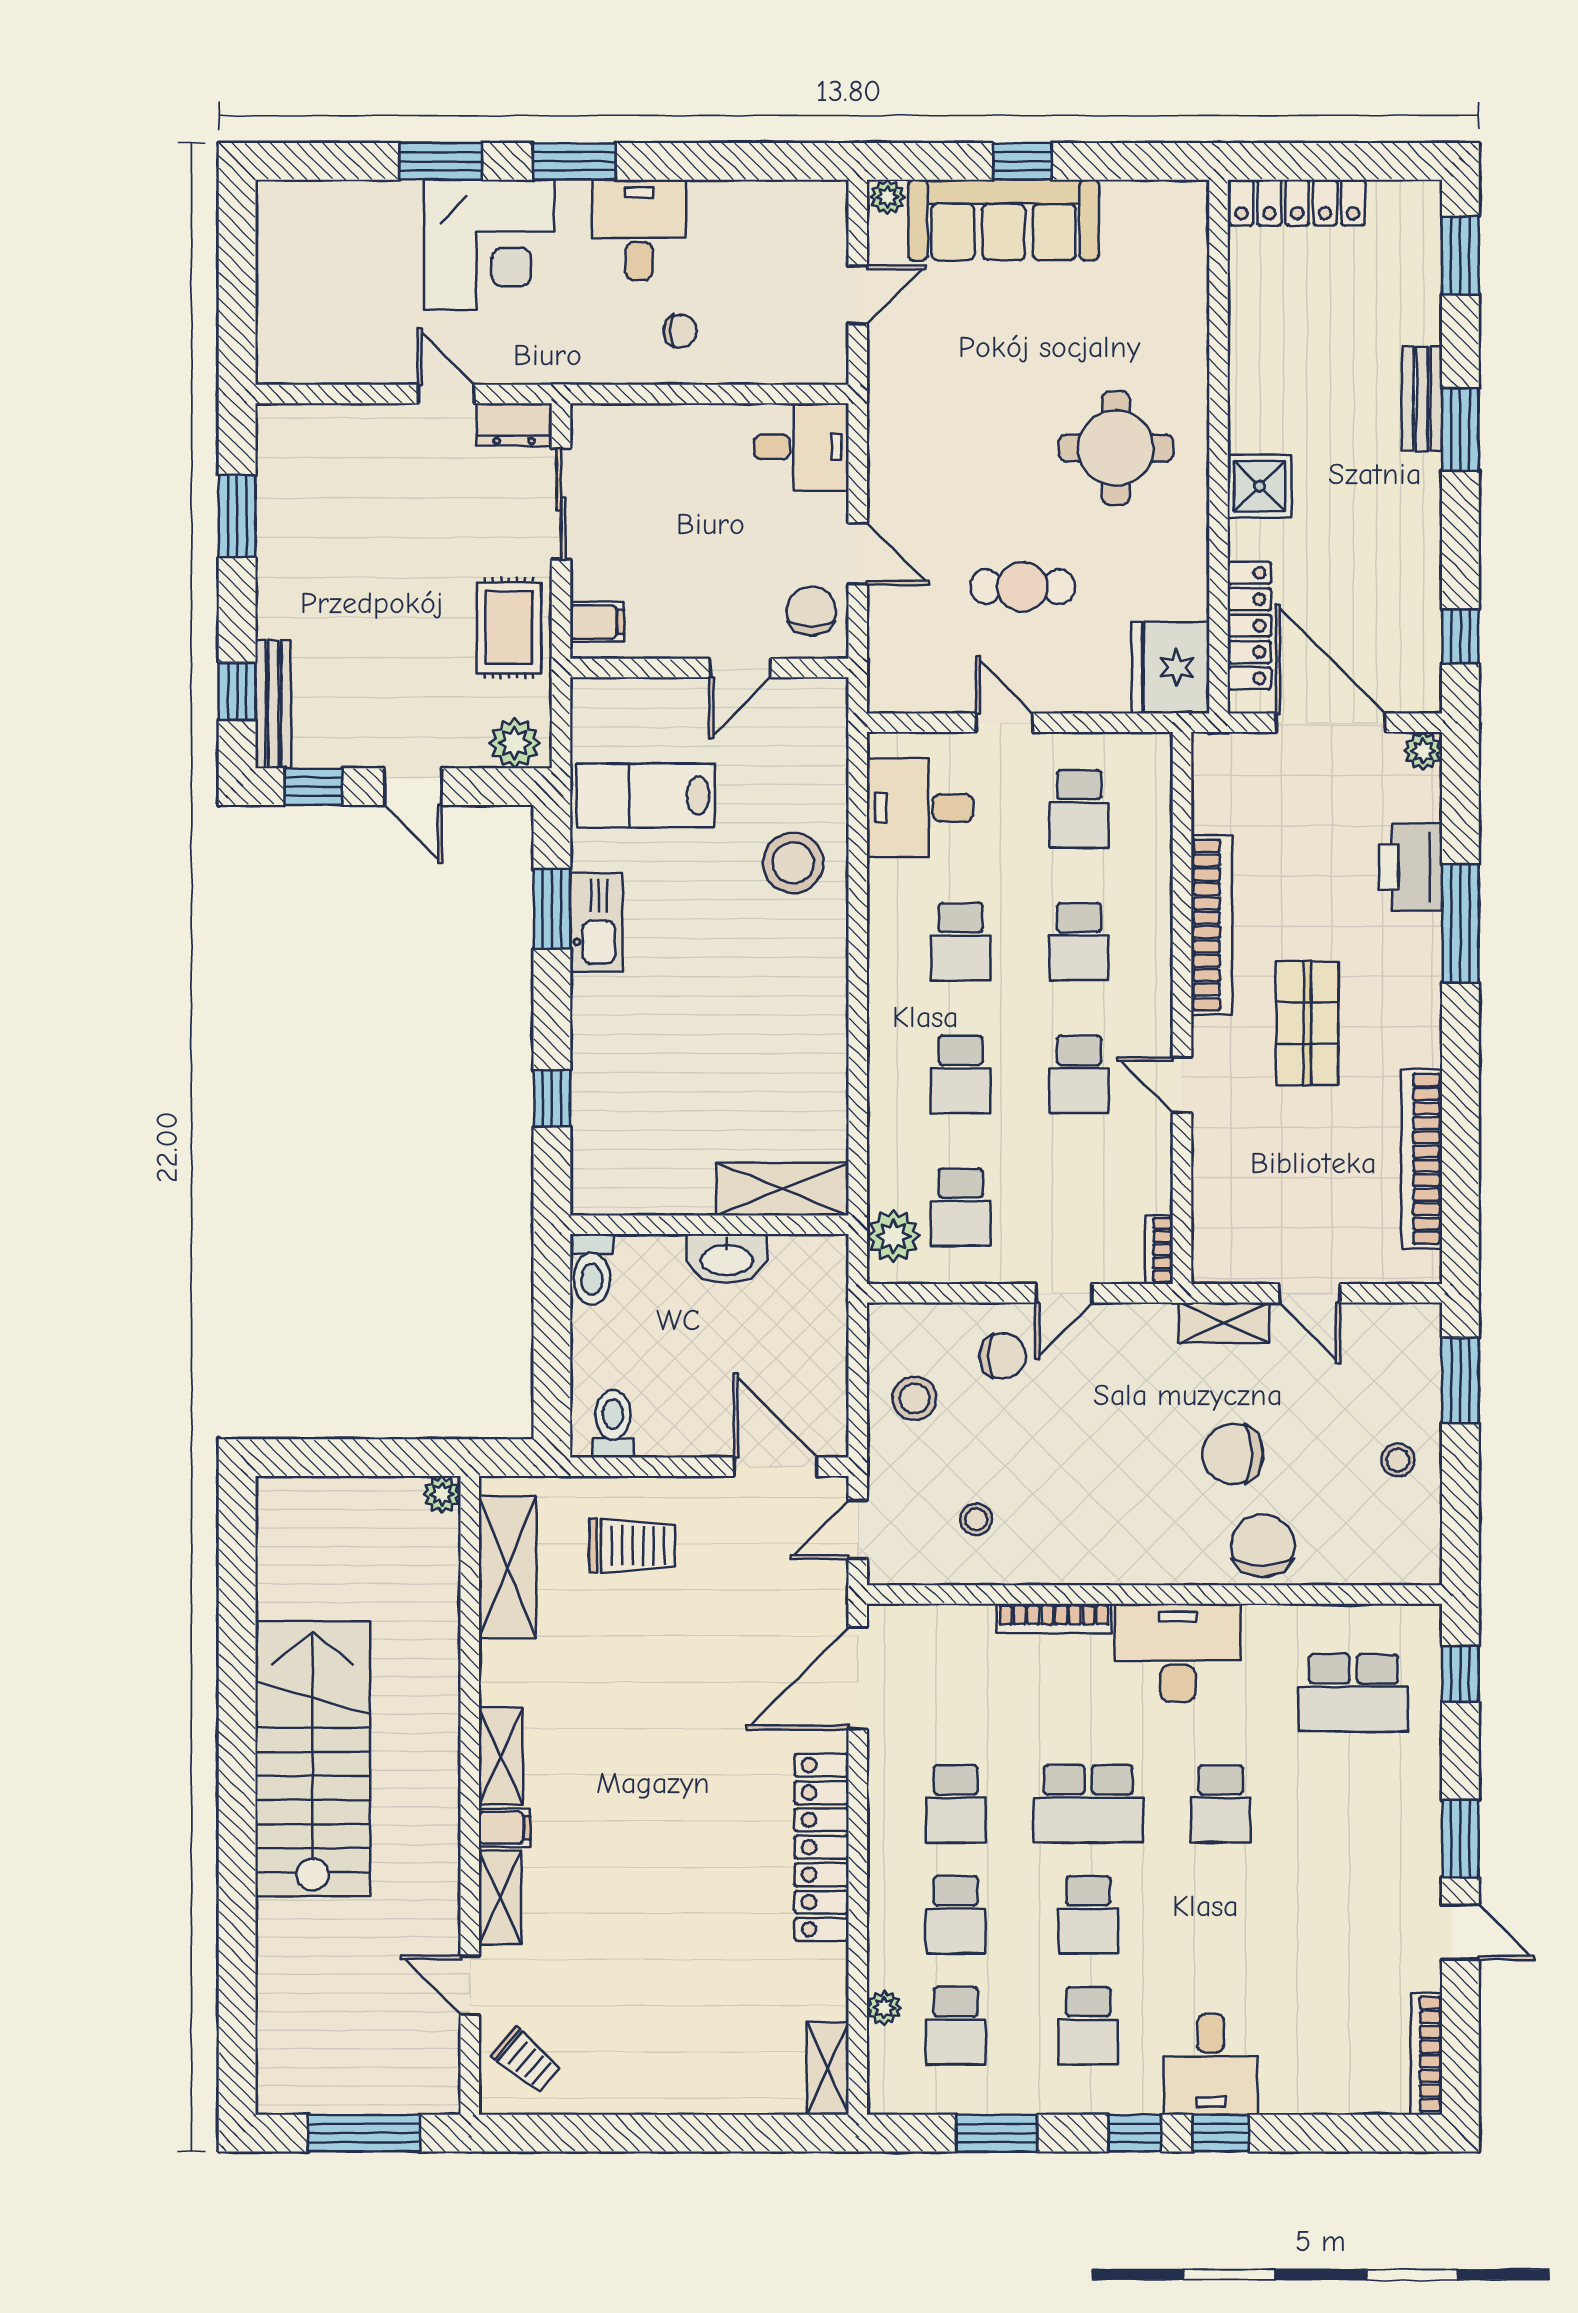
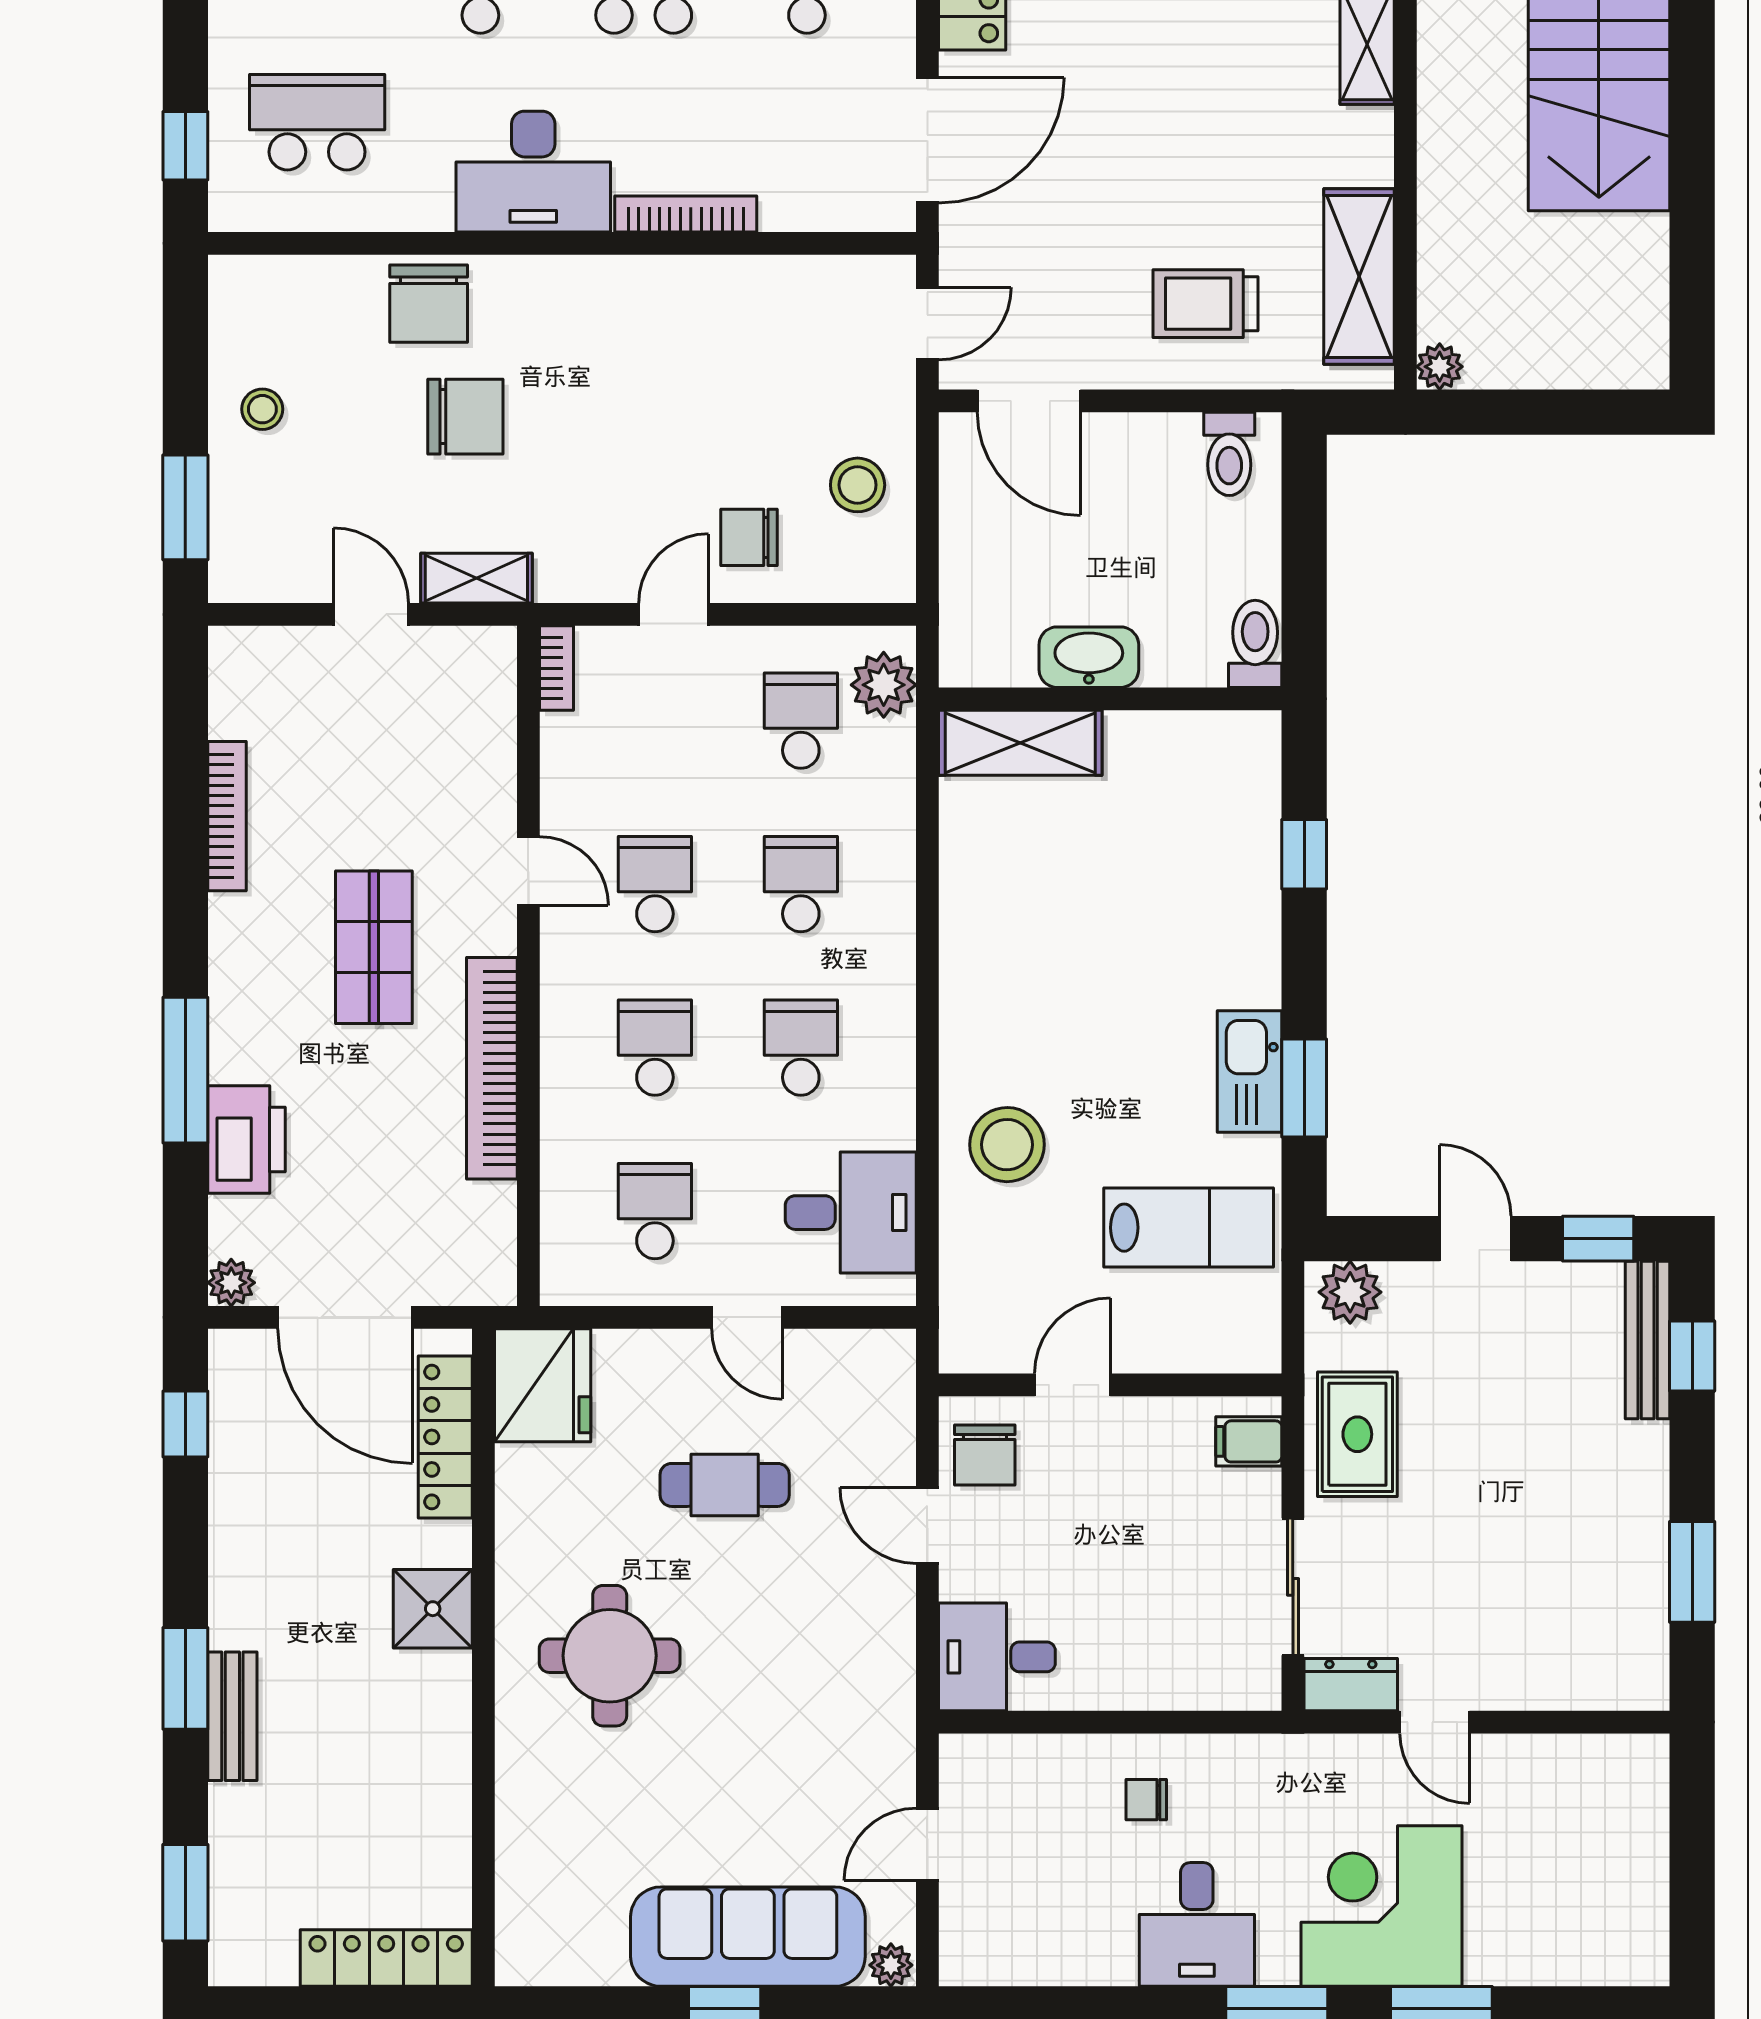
bookcase: (1422, 1159) -> (227, 816), width x0.68, depth x0.76
stool: (976, 1519) -> (782, 336), removed

